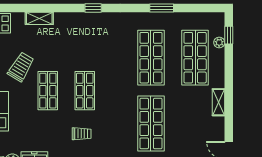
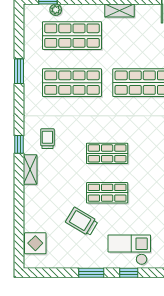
shelving: (39, 18) -> (30, 170), moved
trolley: (82, 134) -> (47, 139), moved

